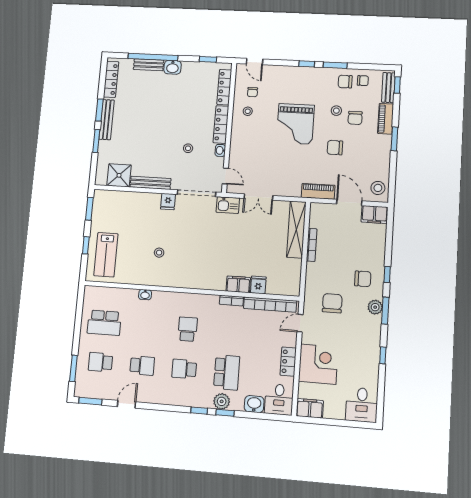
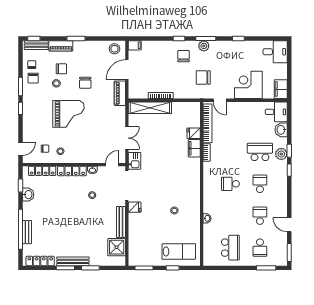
washbasin: (173, 67) -> (28, 195), moved
filing cabinet: (375, 215) -> (135, 45), width x0.50
locker: (288, 362) -> (248, 107), removed
school desk: (184, 369) -> (260, 184), turned 180

